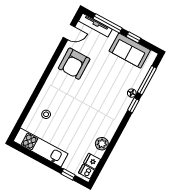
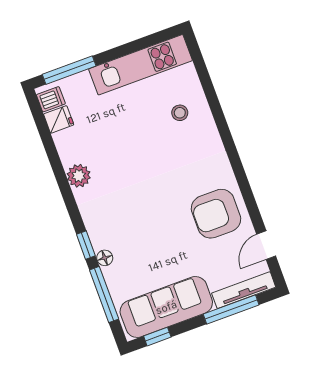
window: (134, 37) -> (157, 337), moved
sofa: (130, 51) -> (166, 307), width x1.36
armchair: (74, 64) -> (216, 214), turned -90
plant: (102, 144) -> (79, 176), moved
window: (68, 174) -> (69, 70), width x2.17

